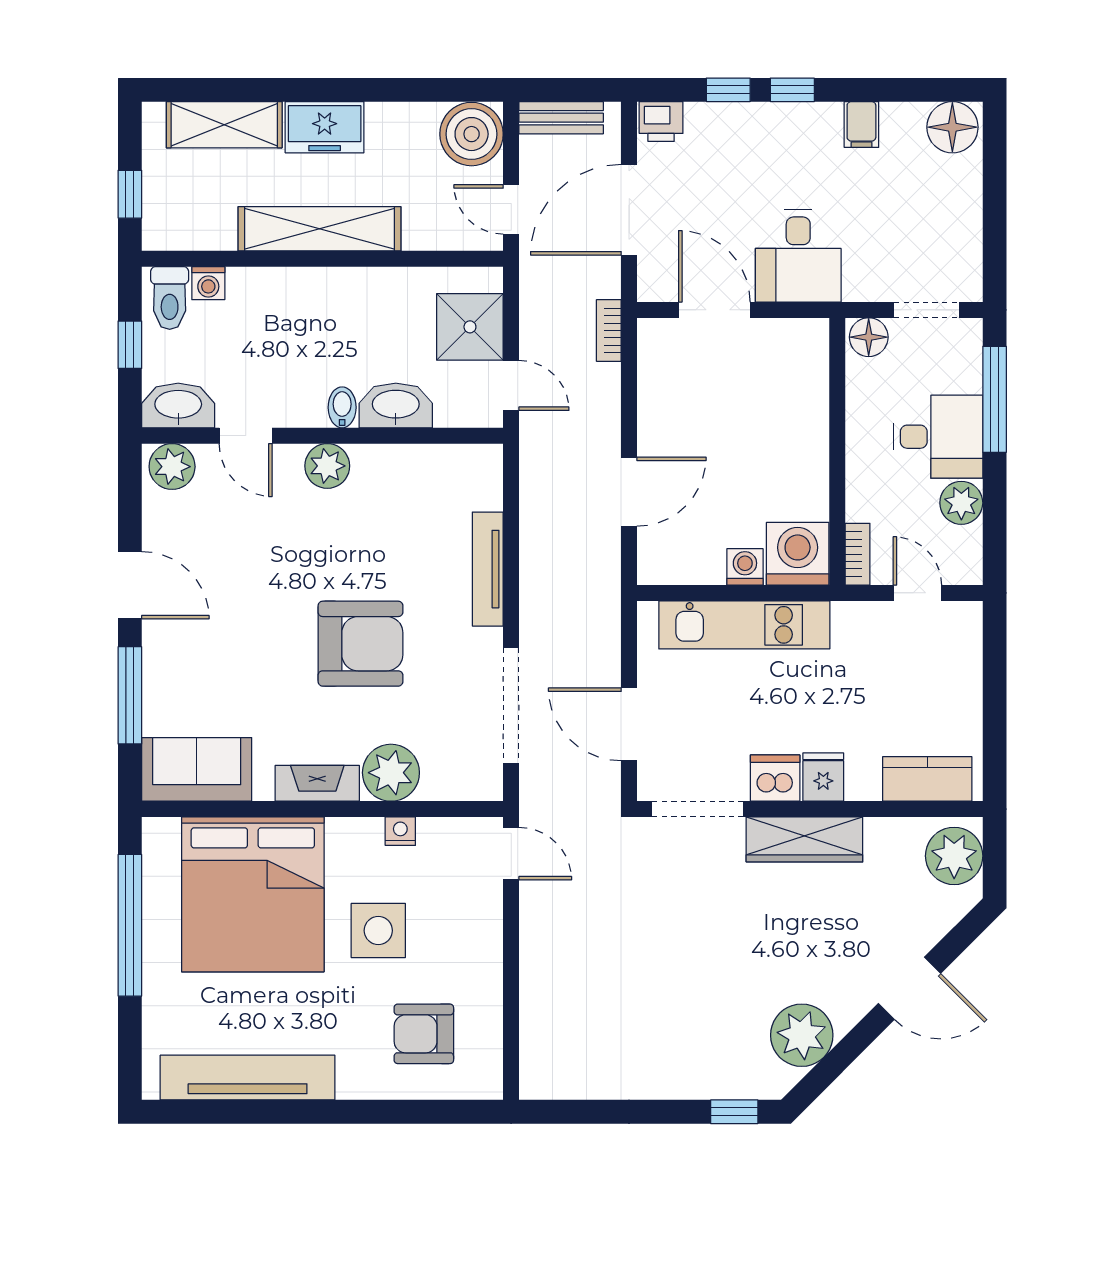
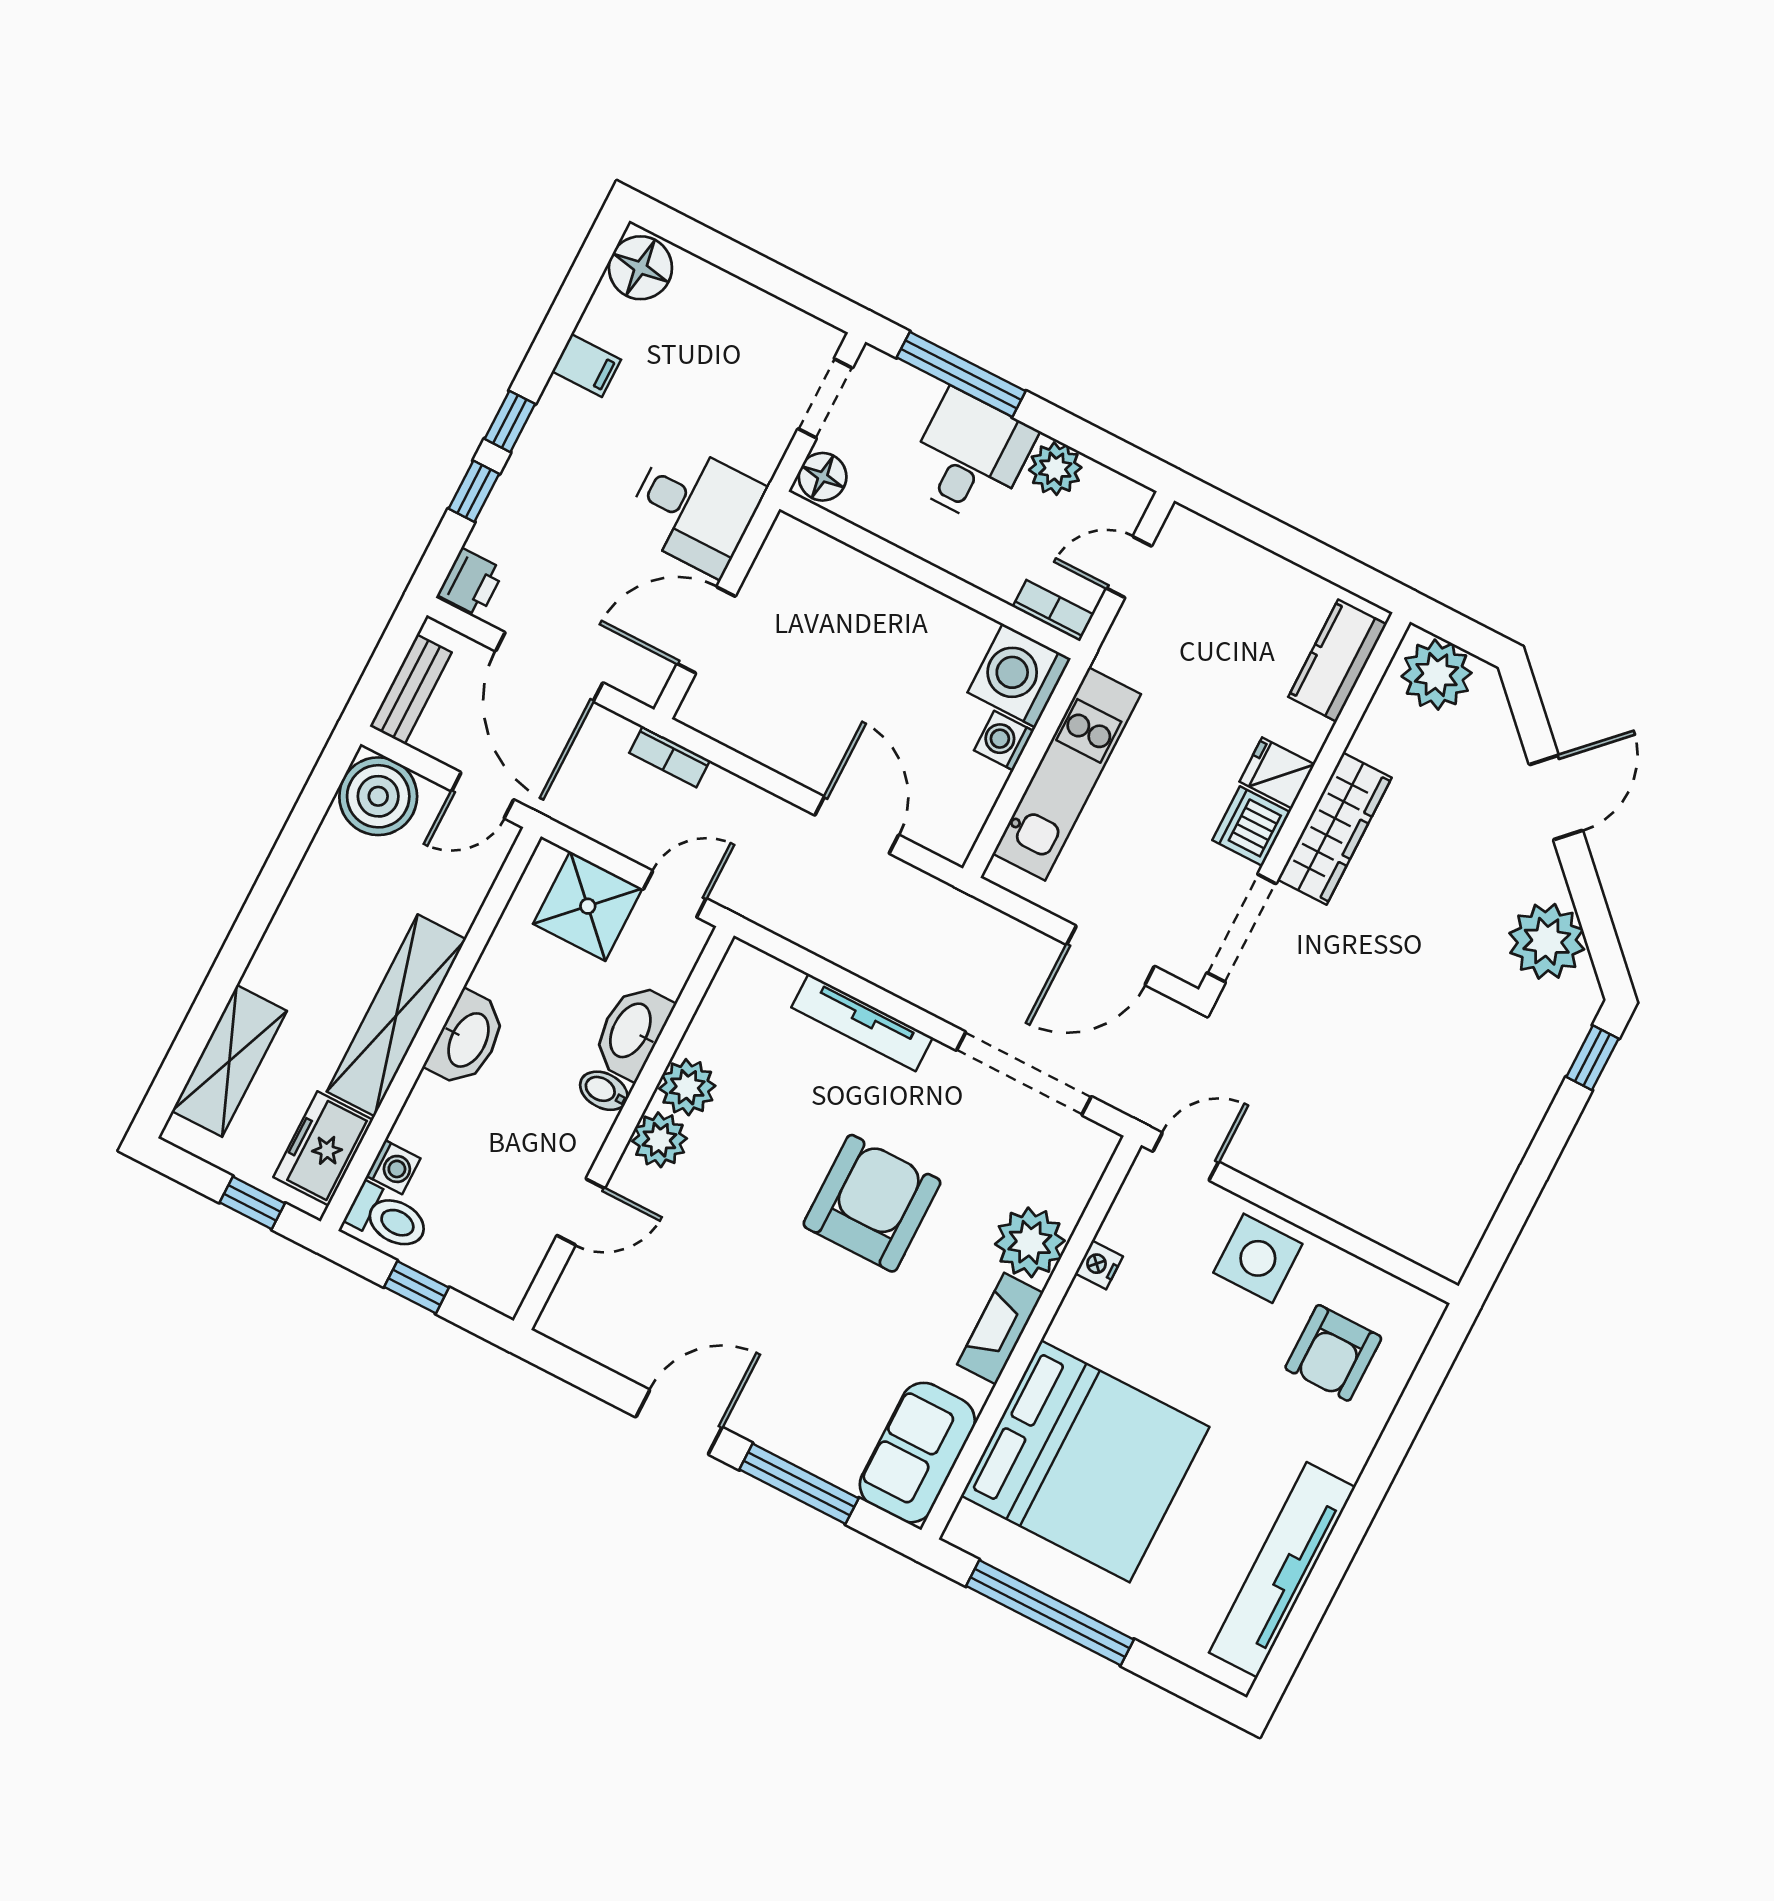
freezer: (325, 127) -> (323, 1148), moved, turned 180
washbasin: (178, 406) -> (467, 1039), moved, turned 180
plant: (172, 467) -> (687, 1087), moved
side table: (378, 931) -> (1258, 1258), moved

